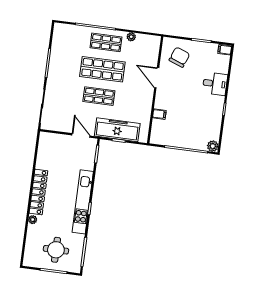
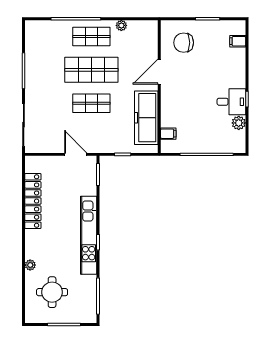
filing cabinet: (225, 50) -> (238, 41), moved
chair: (179, 57) -> (184, 43), turned -111
door: (157, 78) -> (159, 72), hinge flipped
desk: (215, 84) -> (231, 102), moved
filing cabinet: (159, 114) -> (168, 134), moved
freezer: (117, 130) -> (146, 118), moved, turned -90
plant: (213, 146) -> (239, 123), moved
locker: (38, 192) -> (33, 201), moved
round table: (56, 250) -> (52, 292), moved

